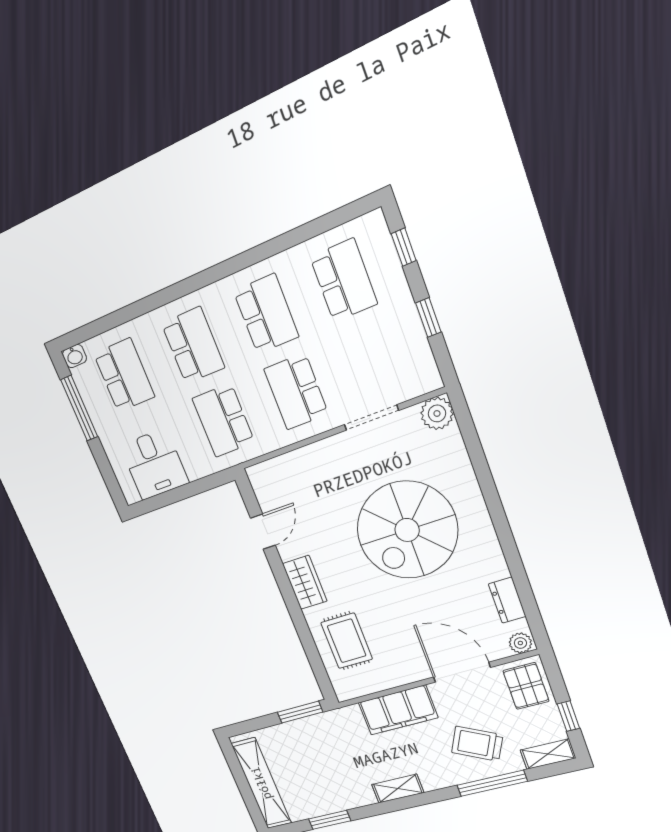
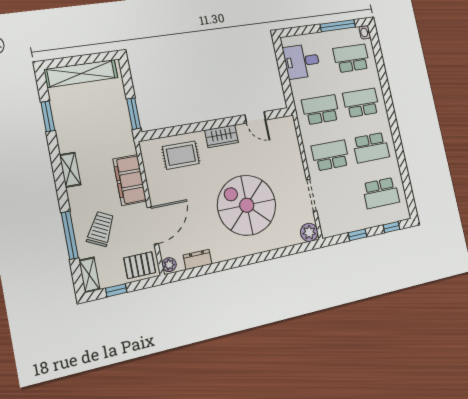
school desk: (193, 345) -> (361, 103), turned 180
school desk: (124, 375) -> (351, 58), turned 180

